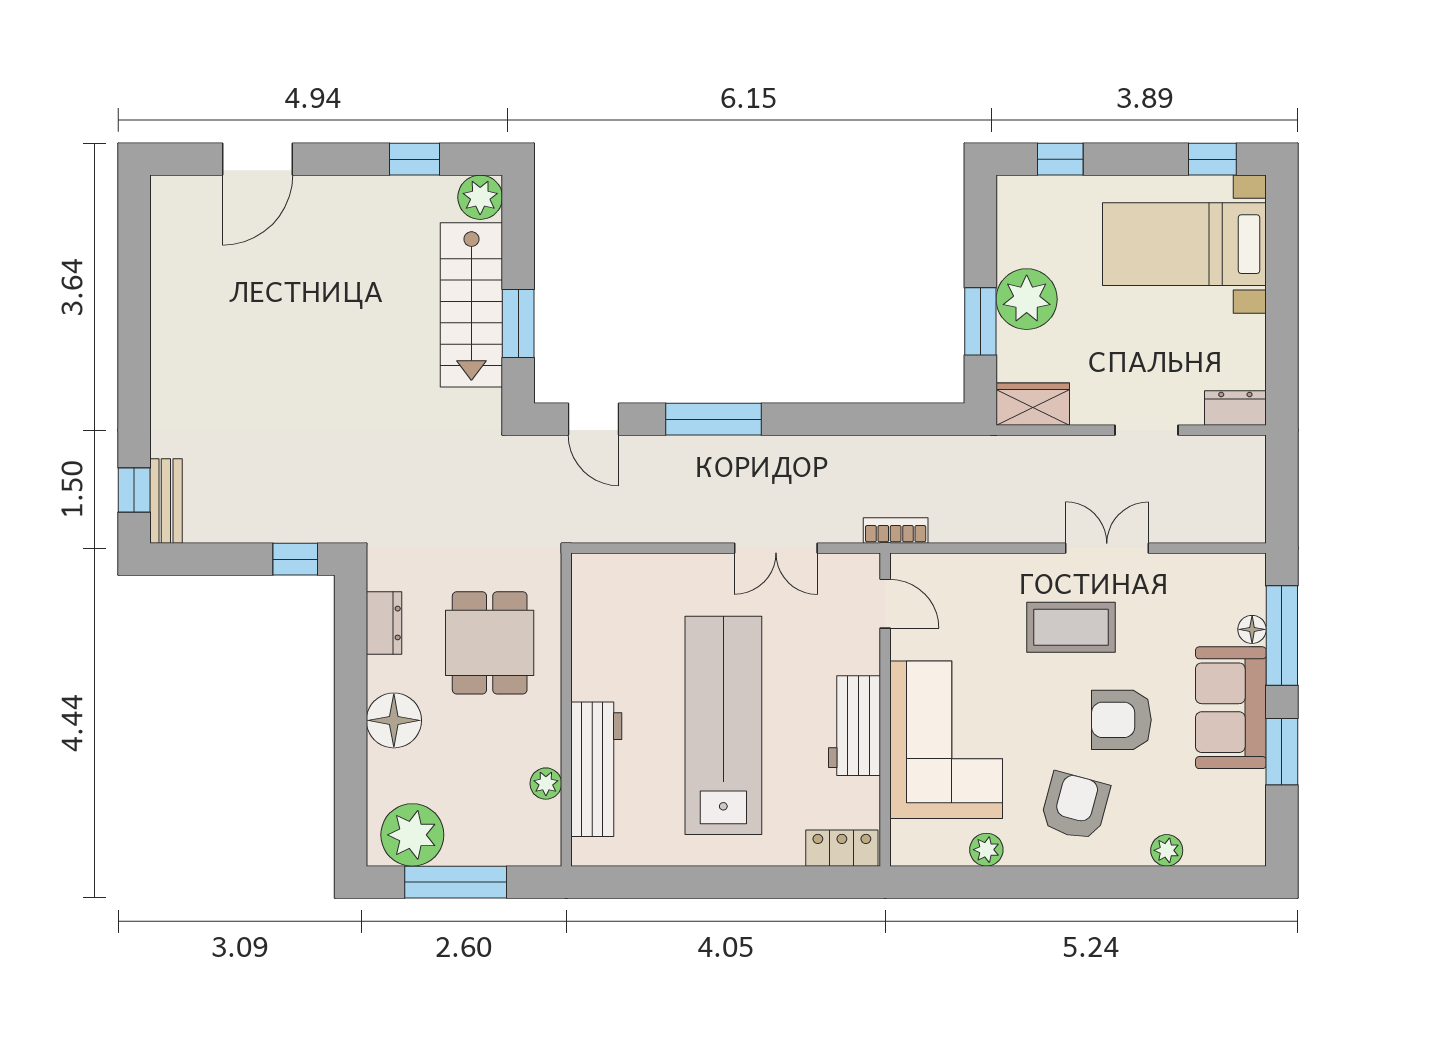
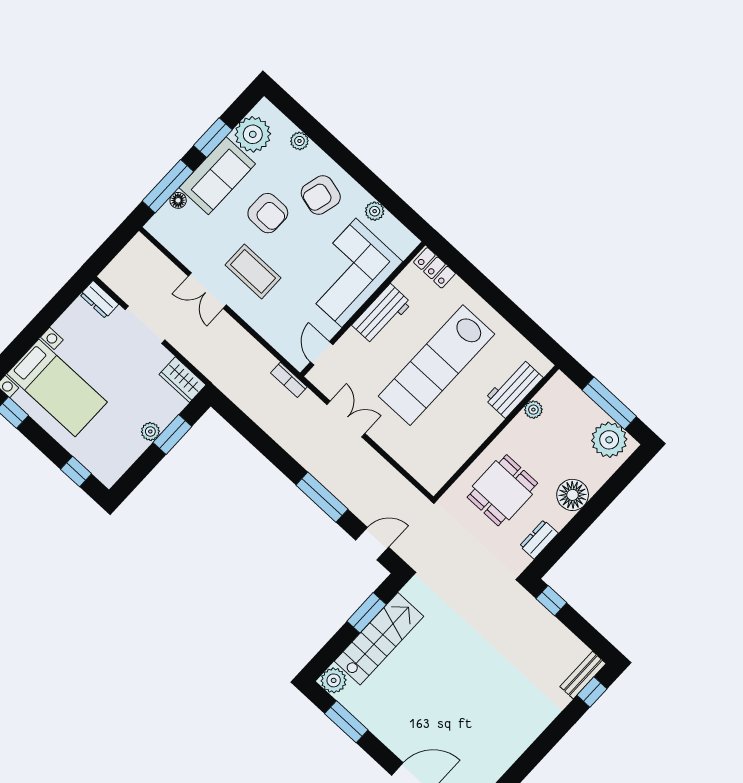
window: (415, 159) -> (346, 722), width x1.50
plant: (1027, 299) -> (150, 432), width x0.53, depth x0.53
door: (594, 419) -> (372, 544), hinge flipped
doorway: (1146, 430) -> (145, 325), width x1.38
workbench: (596, 769) -> (514, 388), width x0.73
plant: (1235, 803) -> (253, 134), added

